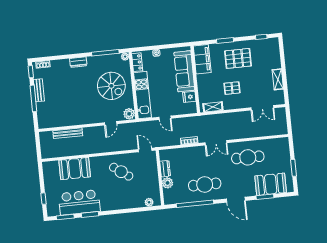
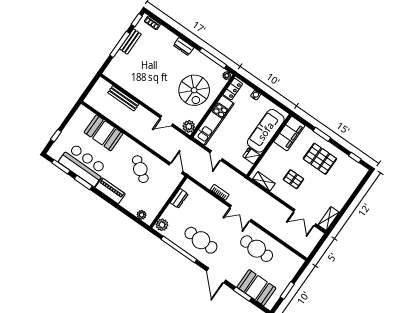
shelving: (278, 79) -> (329, 219), moved
plant: (167, 183) -> (162, 225), moved
piano: (113, 204) -> (110, 191), added

